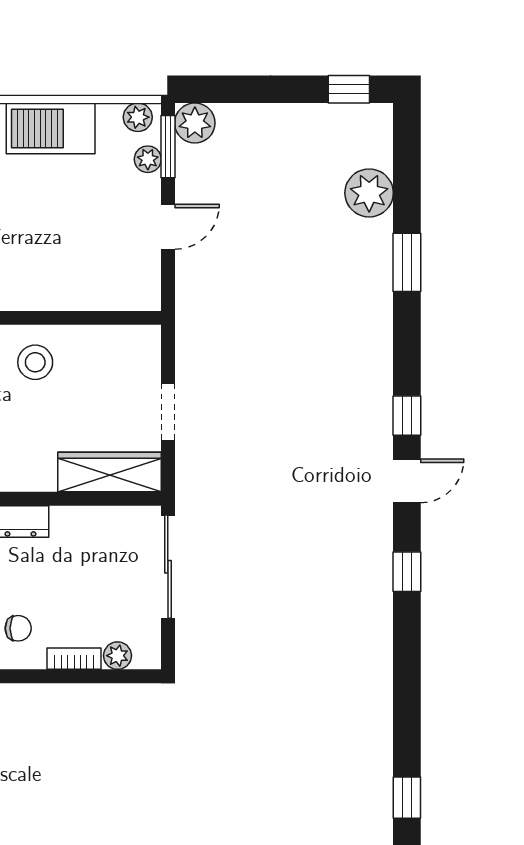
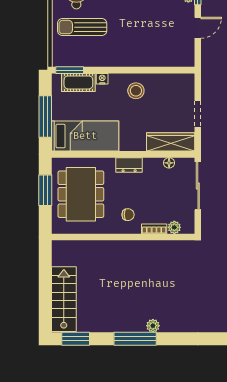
floor lamp: (106, 517) -> (169, 163), added

